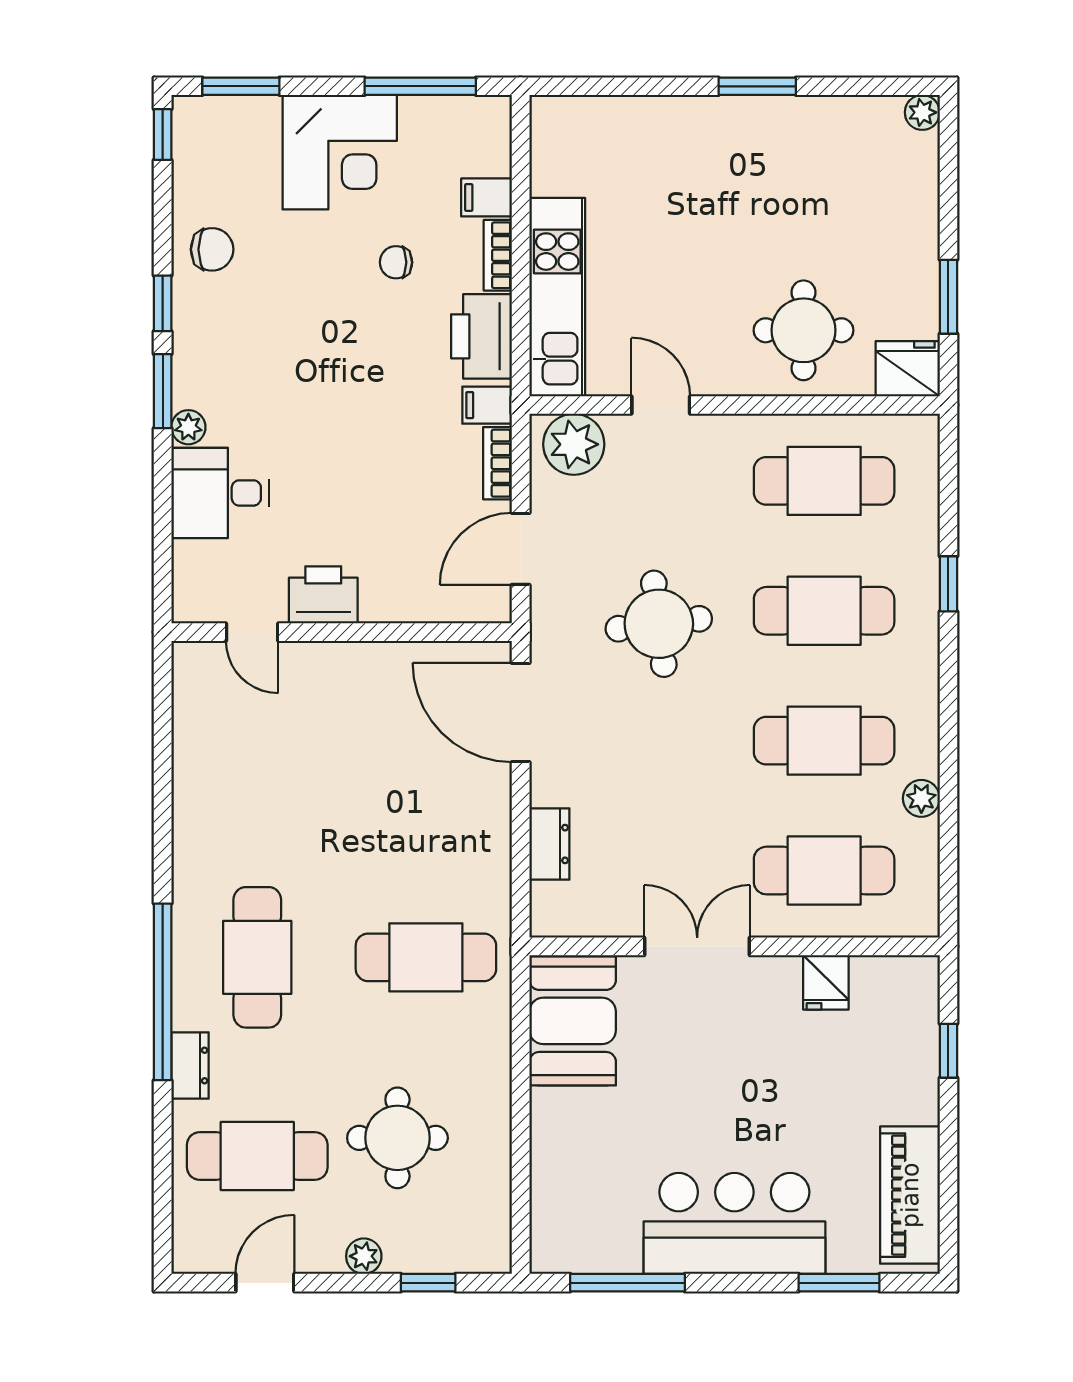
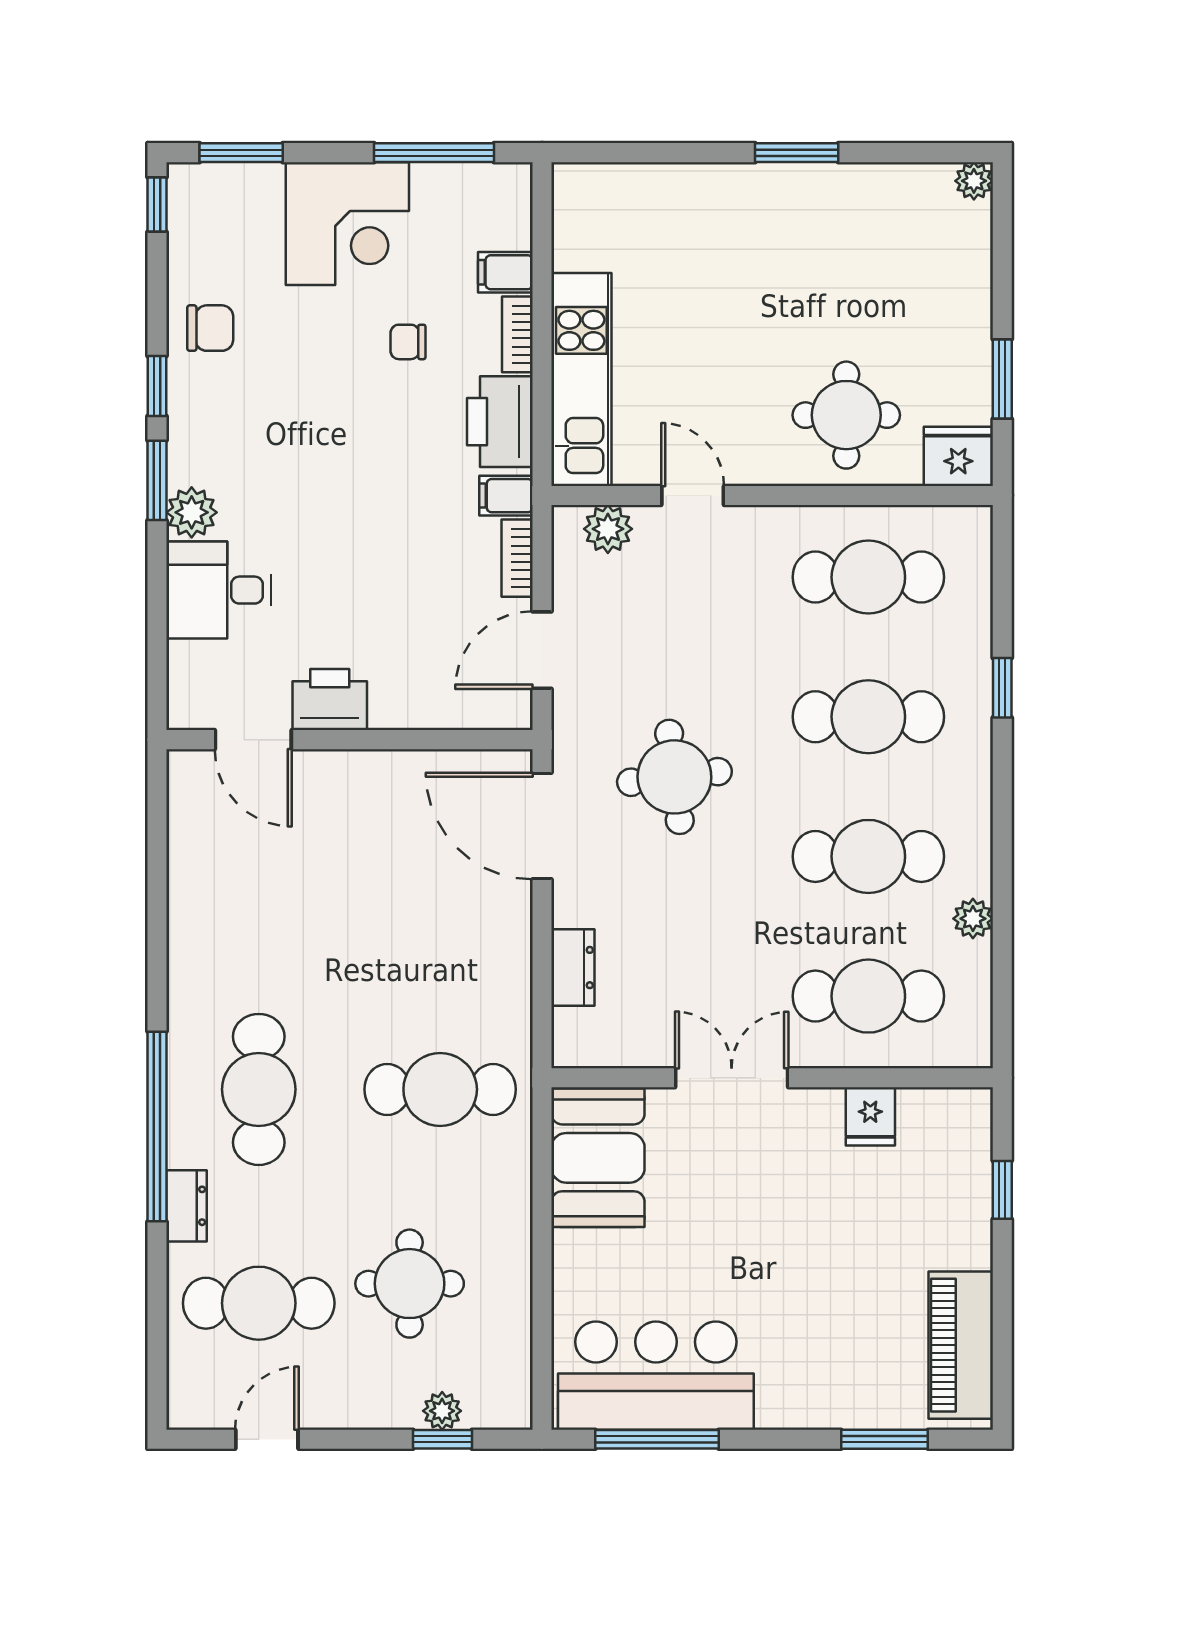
plant: (188, 427) -> (192, 512), width x1.38, depth x1.38
plant: (574, 444) -> (608, 529), width x0.73, depth x0.73
round table: (659, 624) -> (674, 777), moved
door: (252, 632) -> (253, 740), width x1.38
bar counter: (734, 1223) -> (656, 1376), moved
plant: (364, 1256) -> (442, 1411), moved

